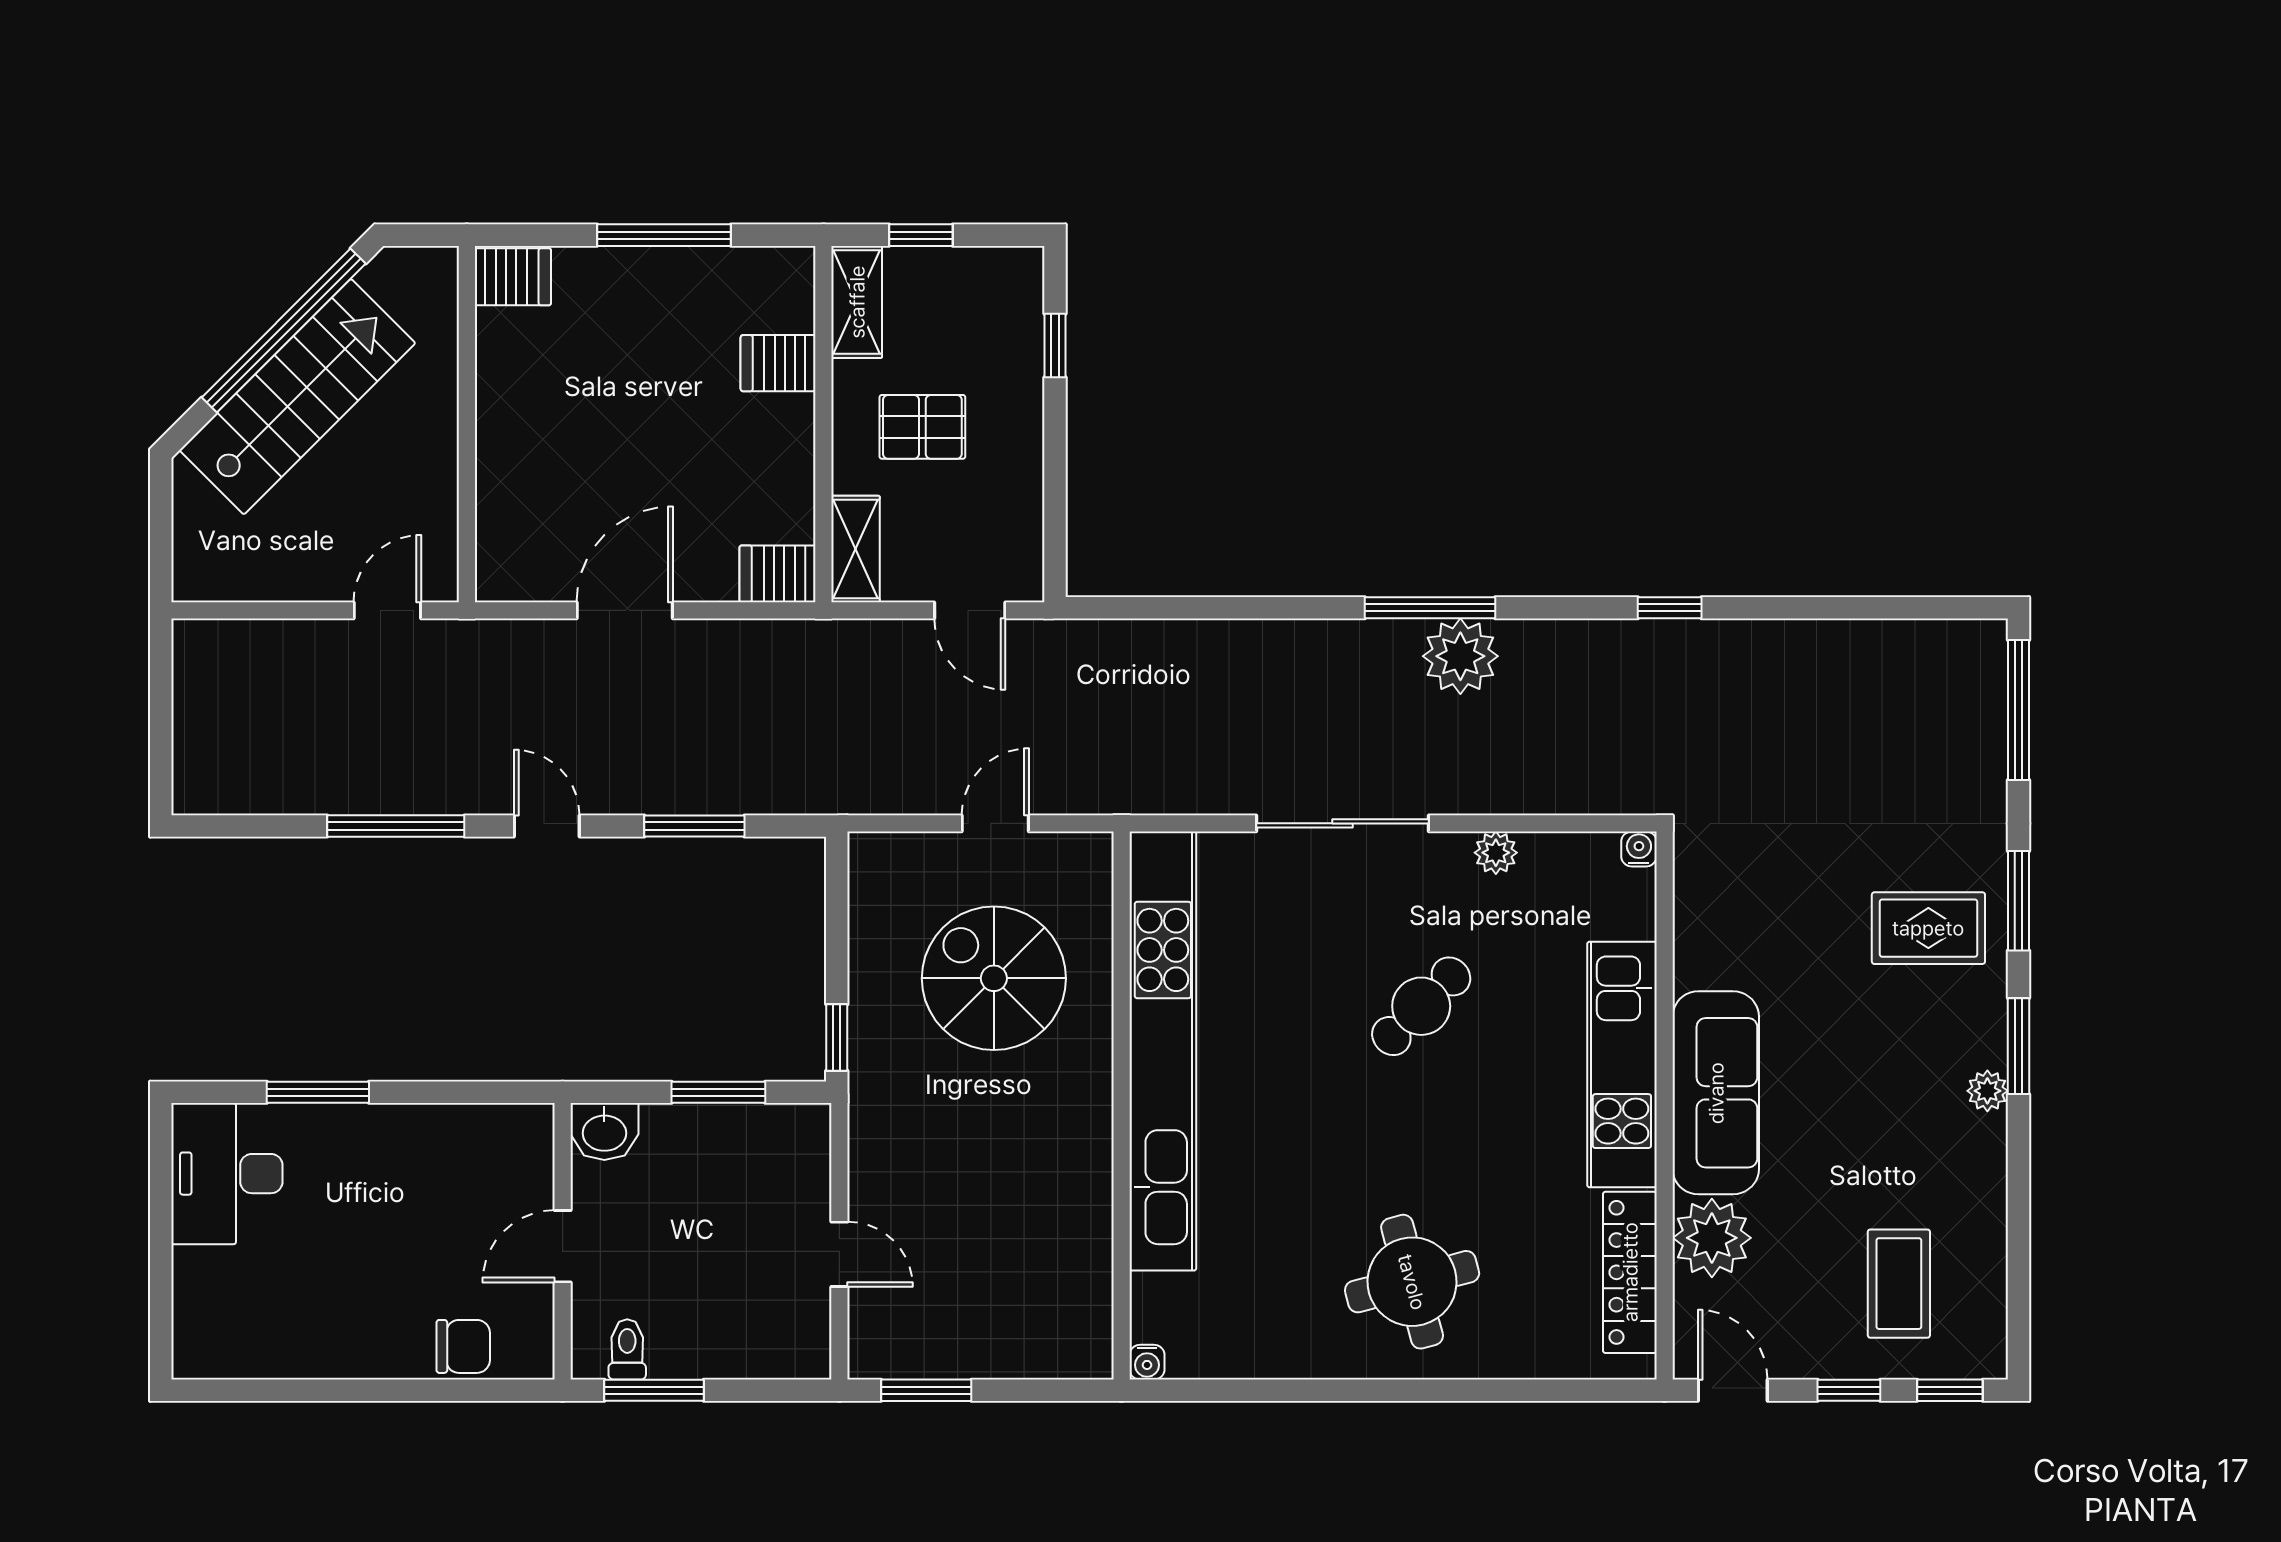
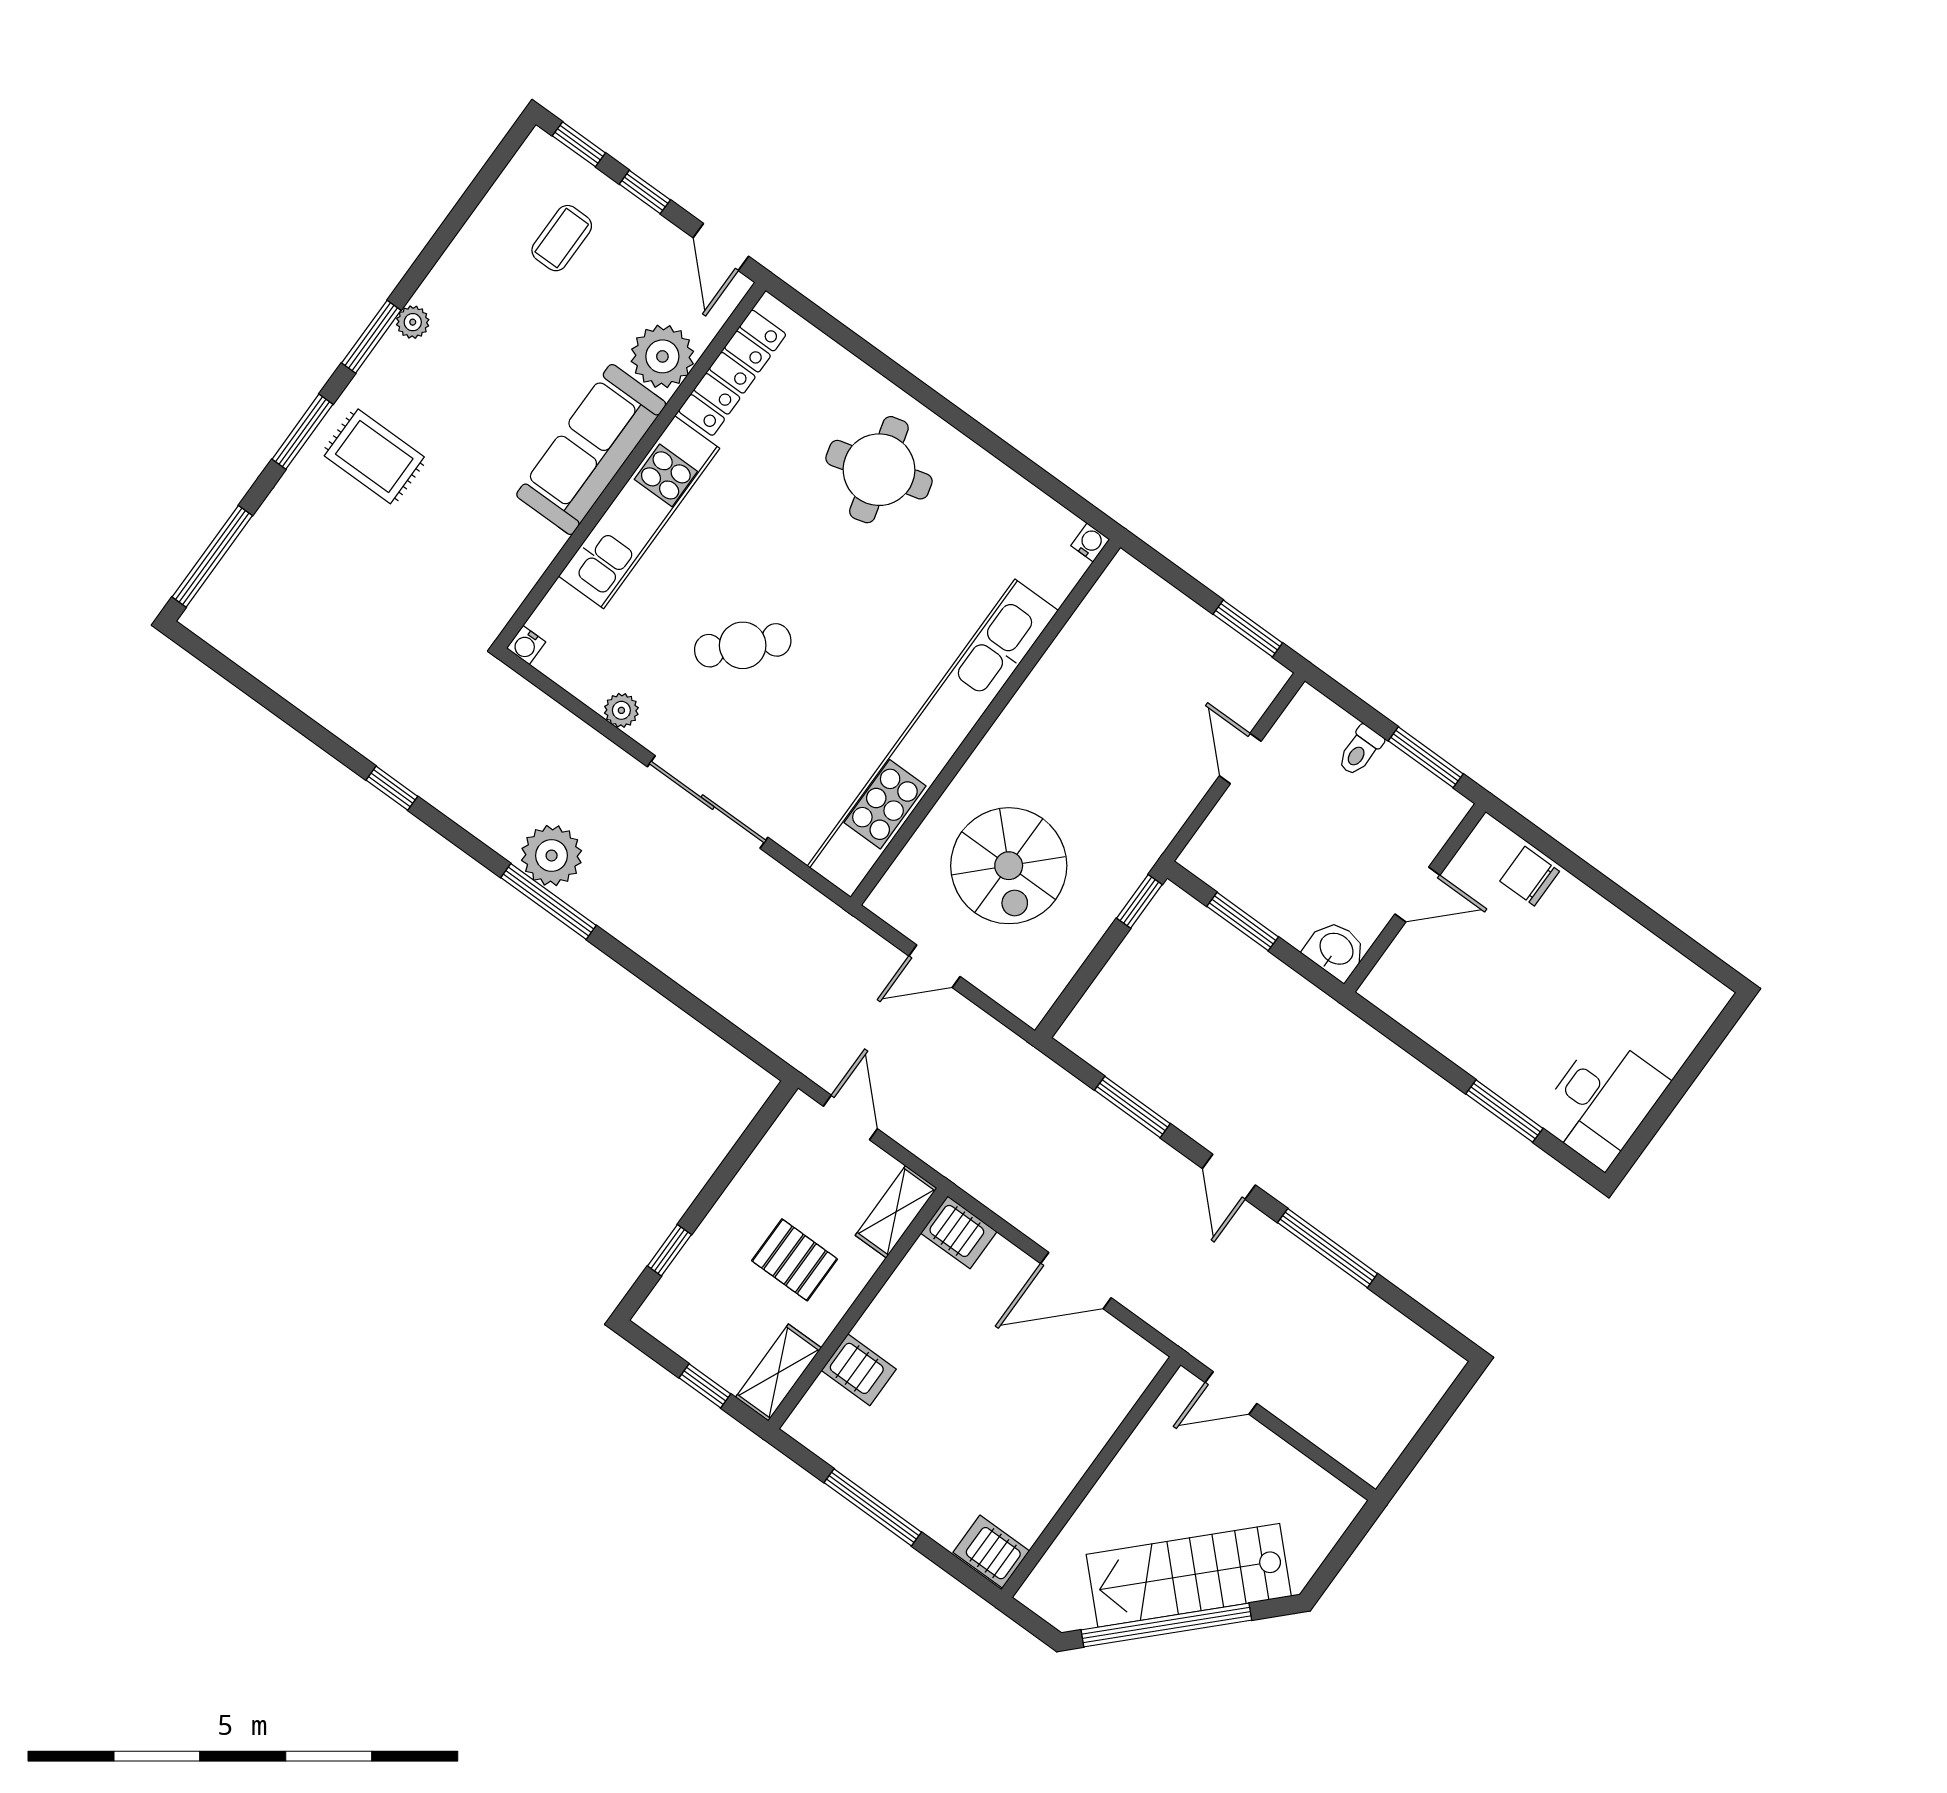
coffee table: (1899, 1284) -> (562, 238), width x0.73, depth x0.77
toilet: (627, 1349) -> (1360, 751), moved

